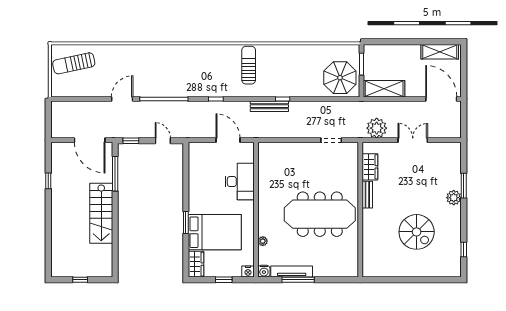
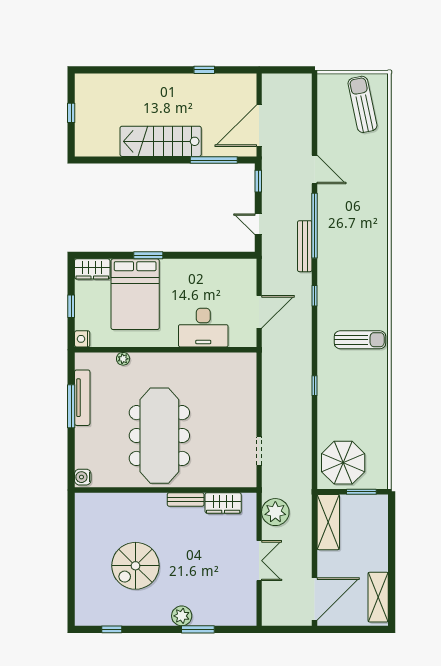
bench: (269, 106) -> (305, 246), moved
door: (163, 141) -> (258, 224), swing flipped
water cooler: (264, 271) -> (83, 477), moved

